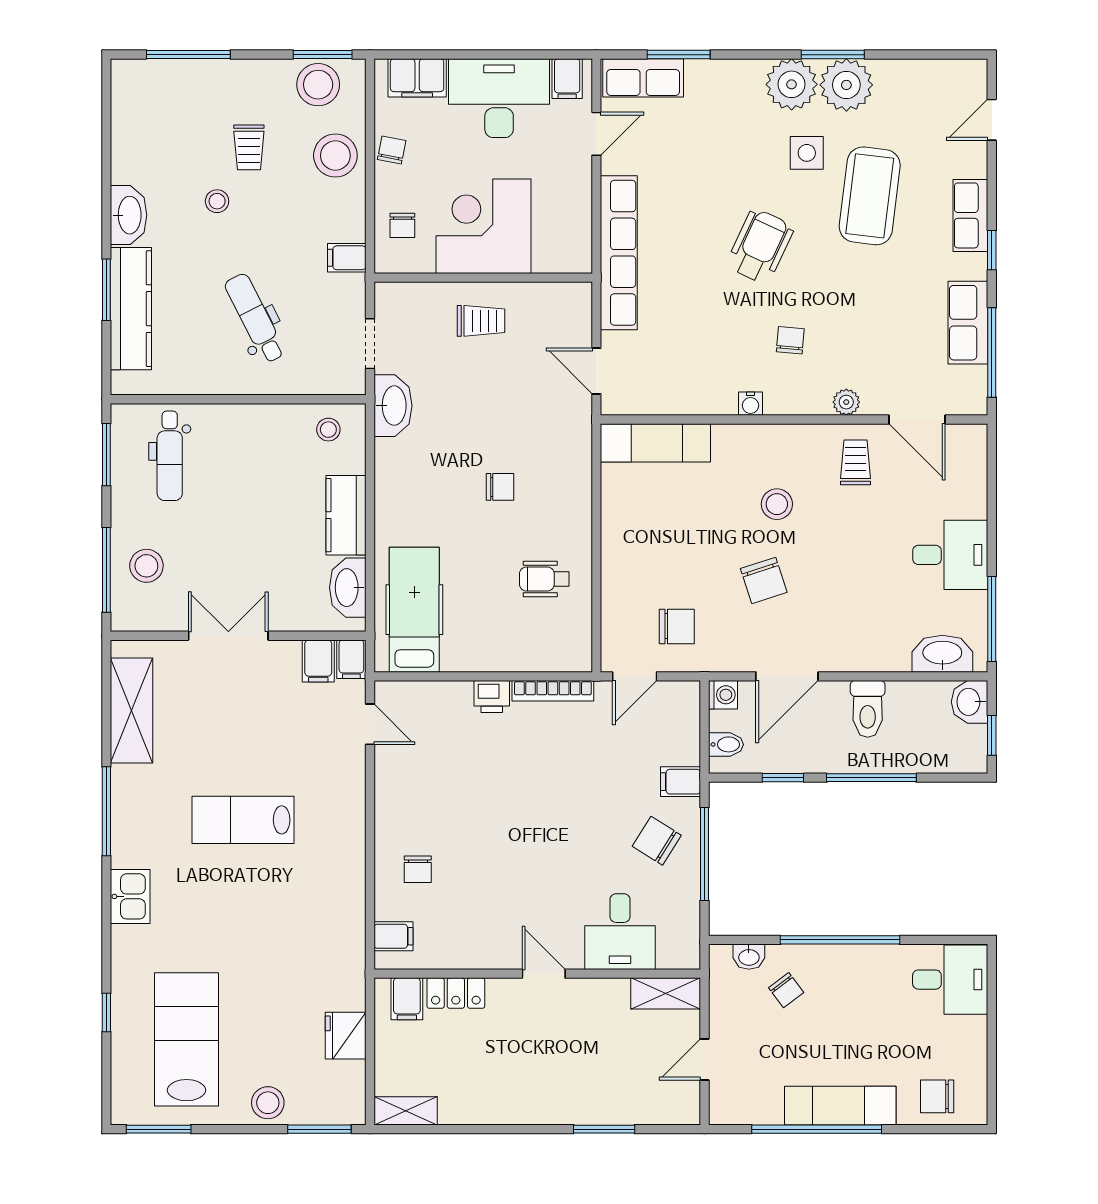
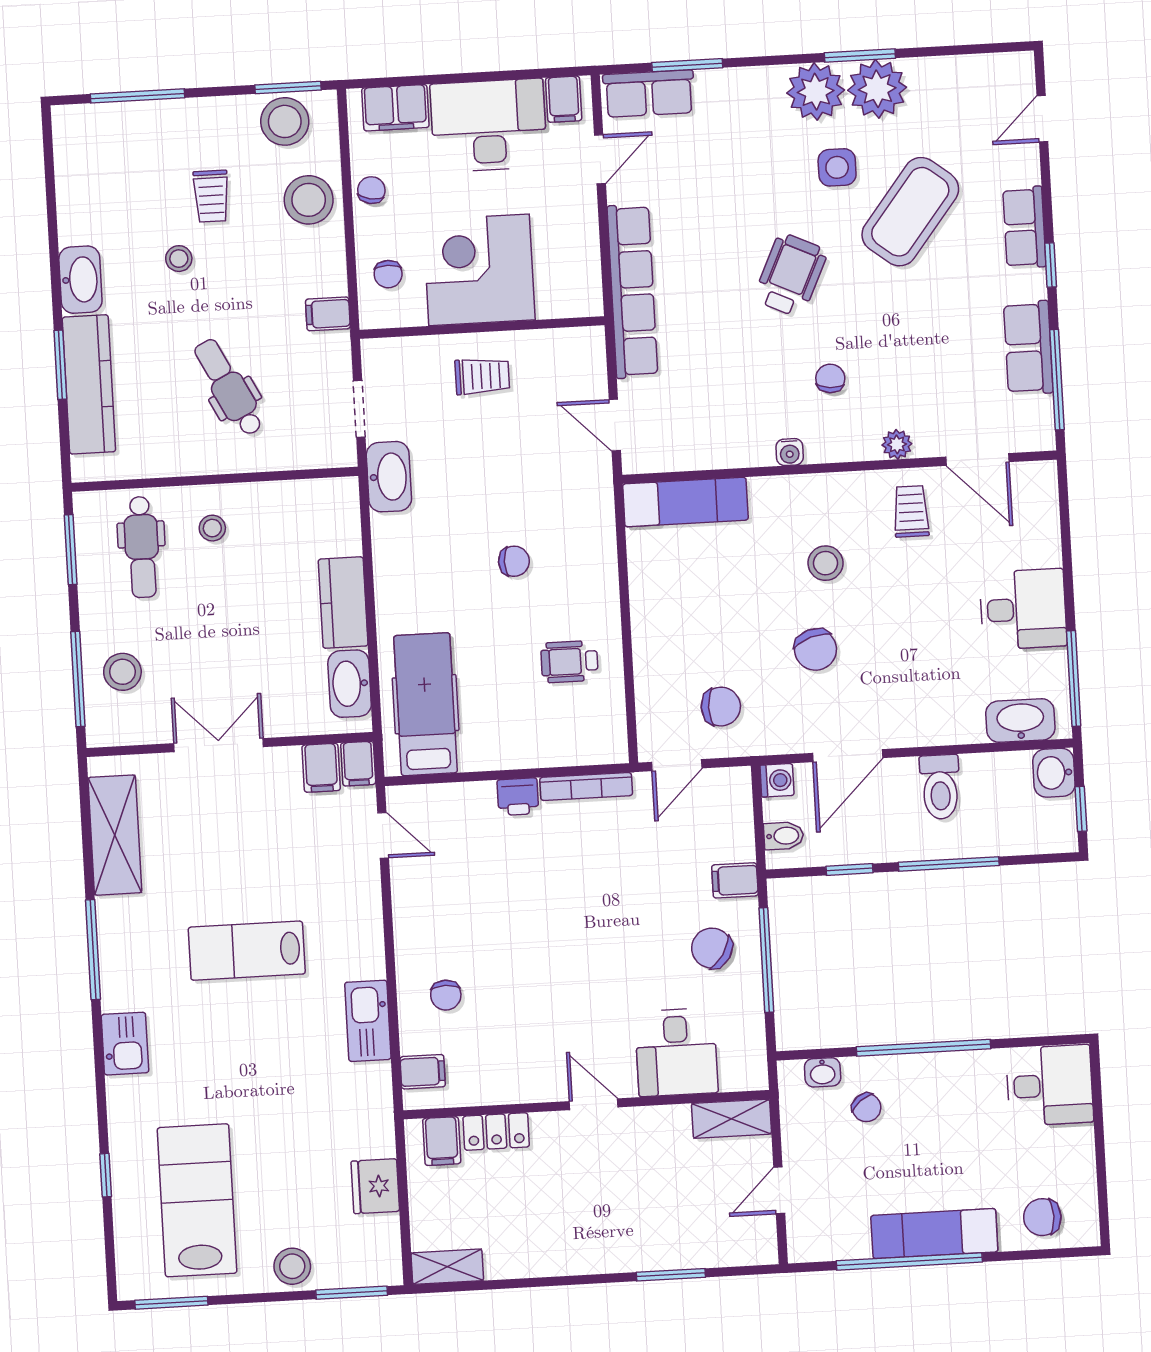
coffee table: (870, 196) -> (910, 212), turned 31
stool: (328, 430) -> (212, 528), moved
kitchen sink: (347, 888) -> (368, 1021), added

